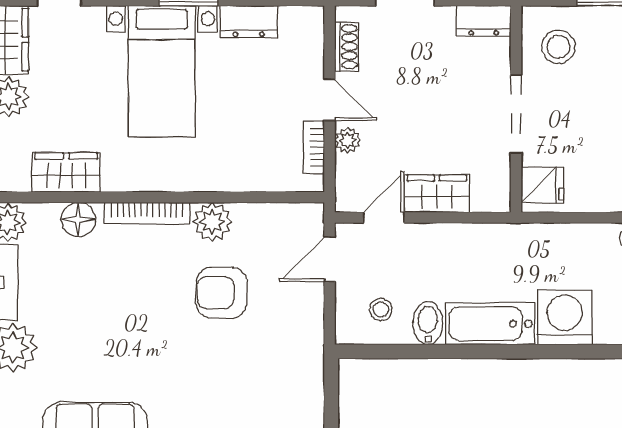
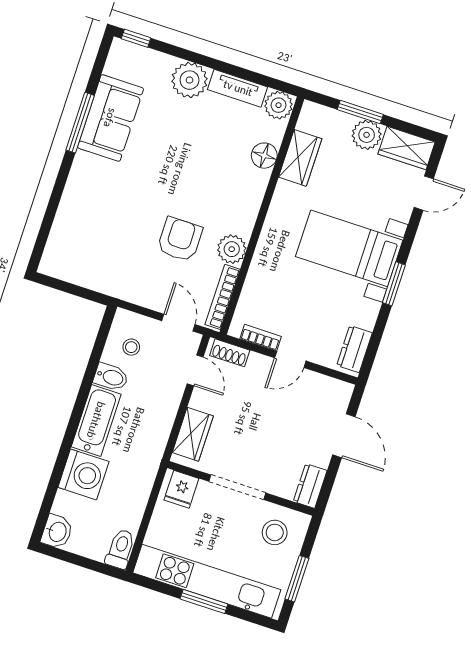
dresser: (249, 22) -> (355, 349), moved
shoe rack: (347, 47) -> (230, 353), moved
plant: (348, 140) -> (258, 363), removed
wardrobe: (437, 194) -> (193, 434), moved
bookcase: (147, 213) -> (223, 297), moved

